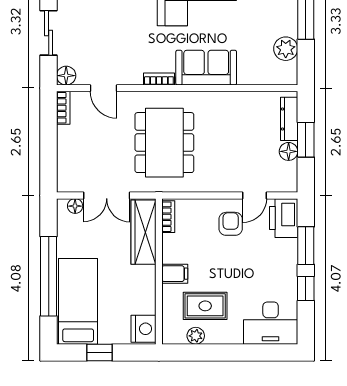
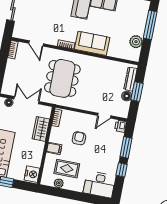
floor lamp: (66, 76) -> (18, 33), removed
double door: (107, 195) -> (26, 100), swing flipped
printer: (284, 218) -> (121, 126), width x0.53, depth x0.68
armchair: (231, 224) -> (79, 138), moved
wardrobe: (143, 232) -> (41, 129), width x0.67

